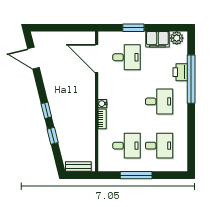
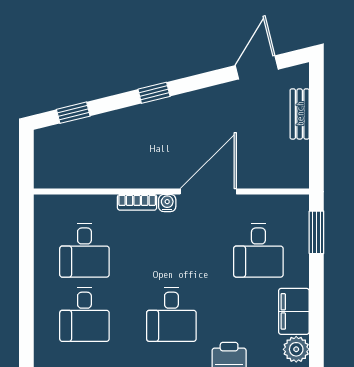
window: (133, 28) -> (316, 232), moved
door: (97, 59) -> (208, 192), moved
window: (53, 136) -> (73, 113), moved
bench: (78, 167) -> (300, 114), moved
window: (136, 175) -> (26, 269), removed

